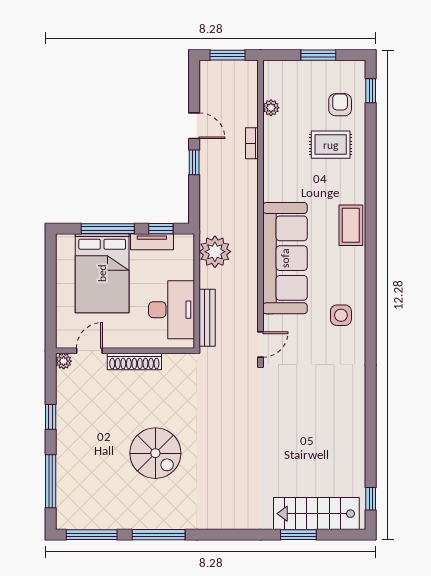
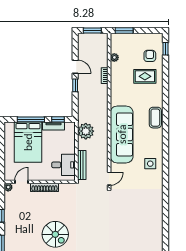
window: (318, 55) -> (124, 31), moved
desk: (171, 310) -> (63, 165), width x0.73

